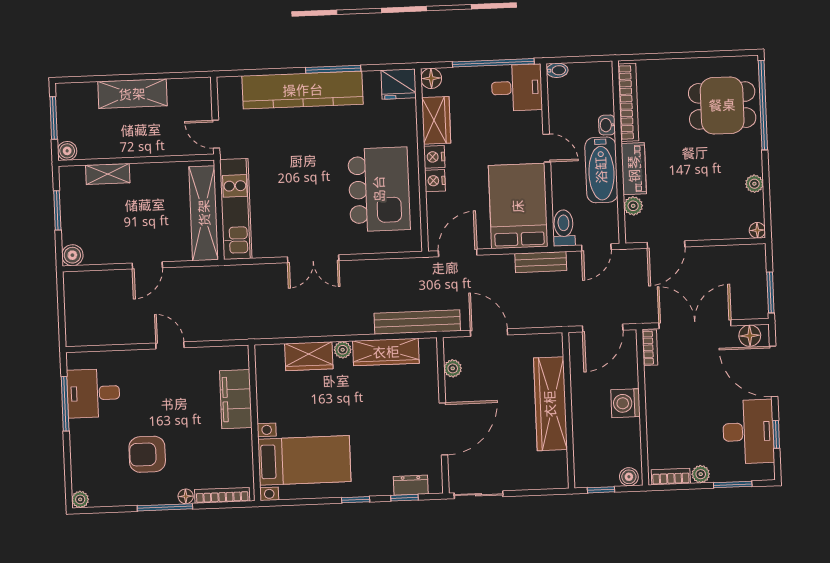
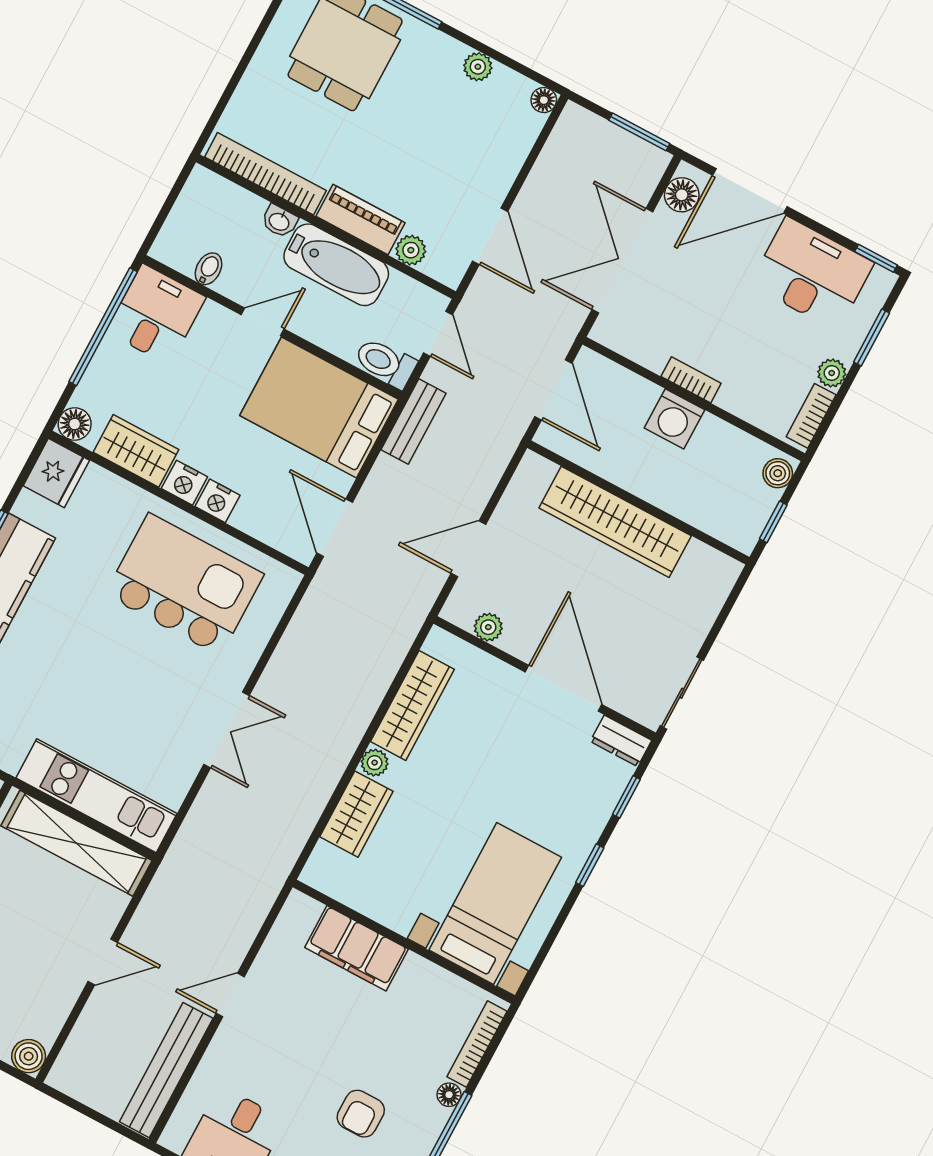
bidet: (557, 70) -> (208, 269), moved
door: (147, 265) -> (103, 962), hinge flipped
bench: (417, 322) -> (166, 1070), moved
bookcase: (650, 348) -> (691, 380), moved
window: (776, 434) -> (876, 258), moved
armchair: (147, 454) -> (361, 1114), width x0.72, depth x0.72
dresser: (411, 485) -> (621, 741), moved, turned -90

